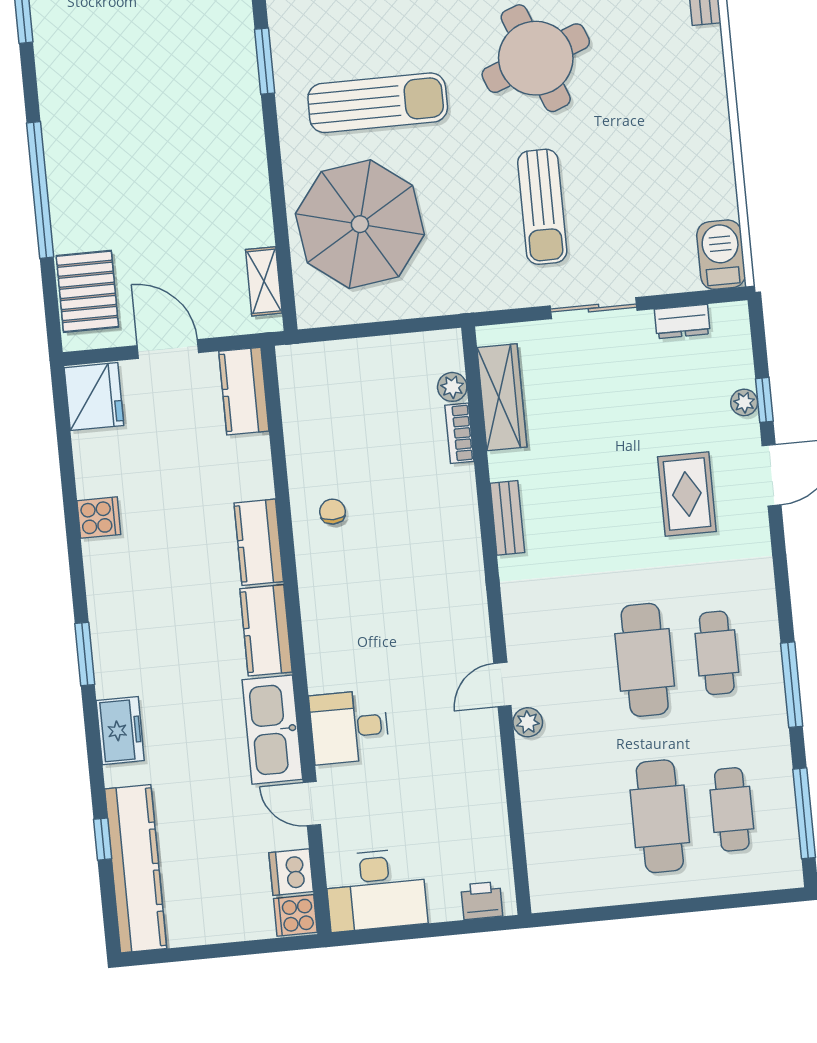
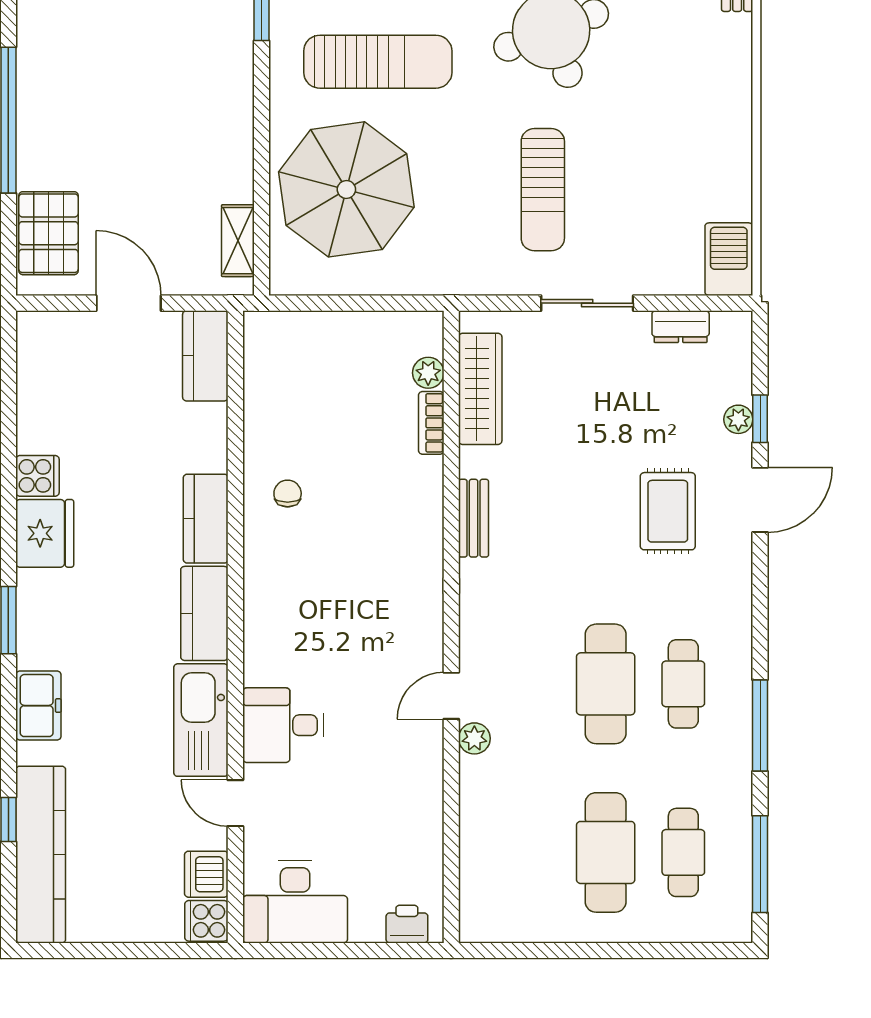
fridge: (94, 397) -> (45, 533), moved

